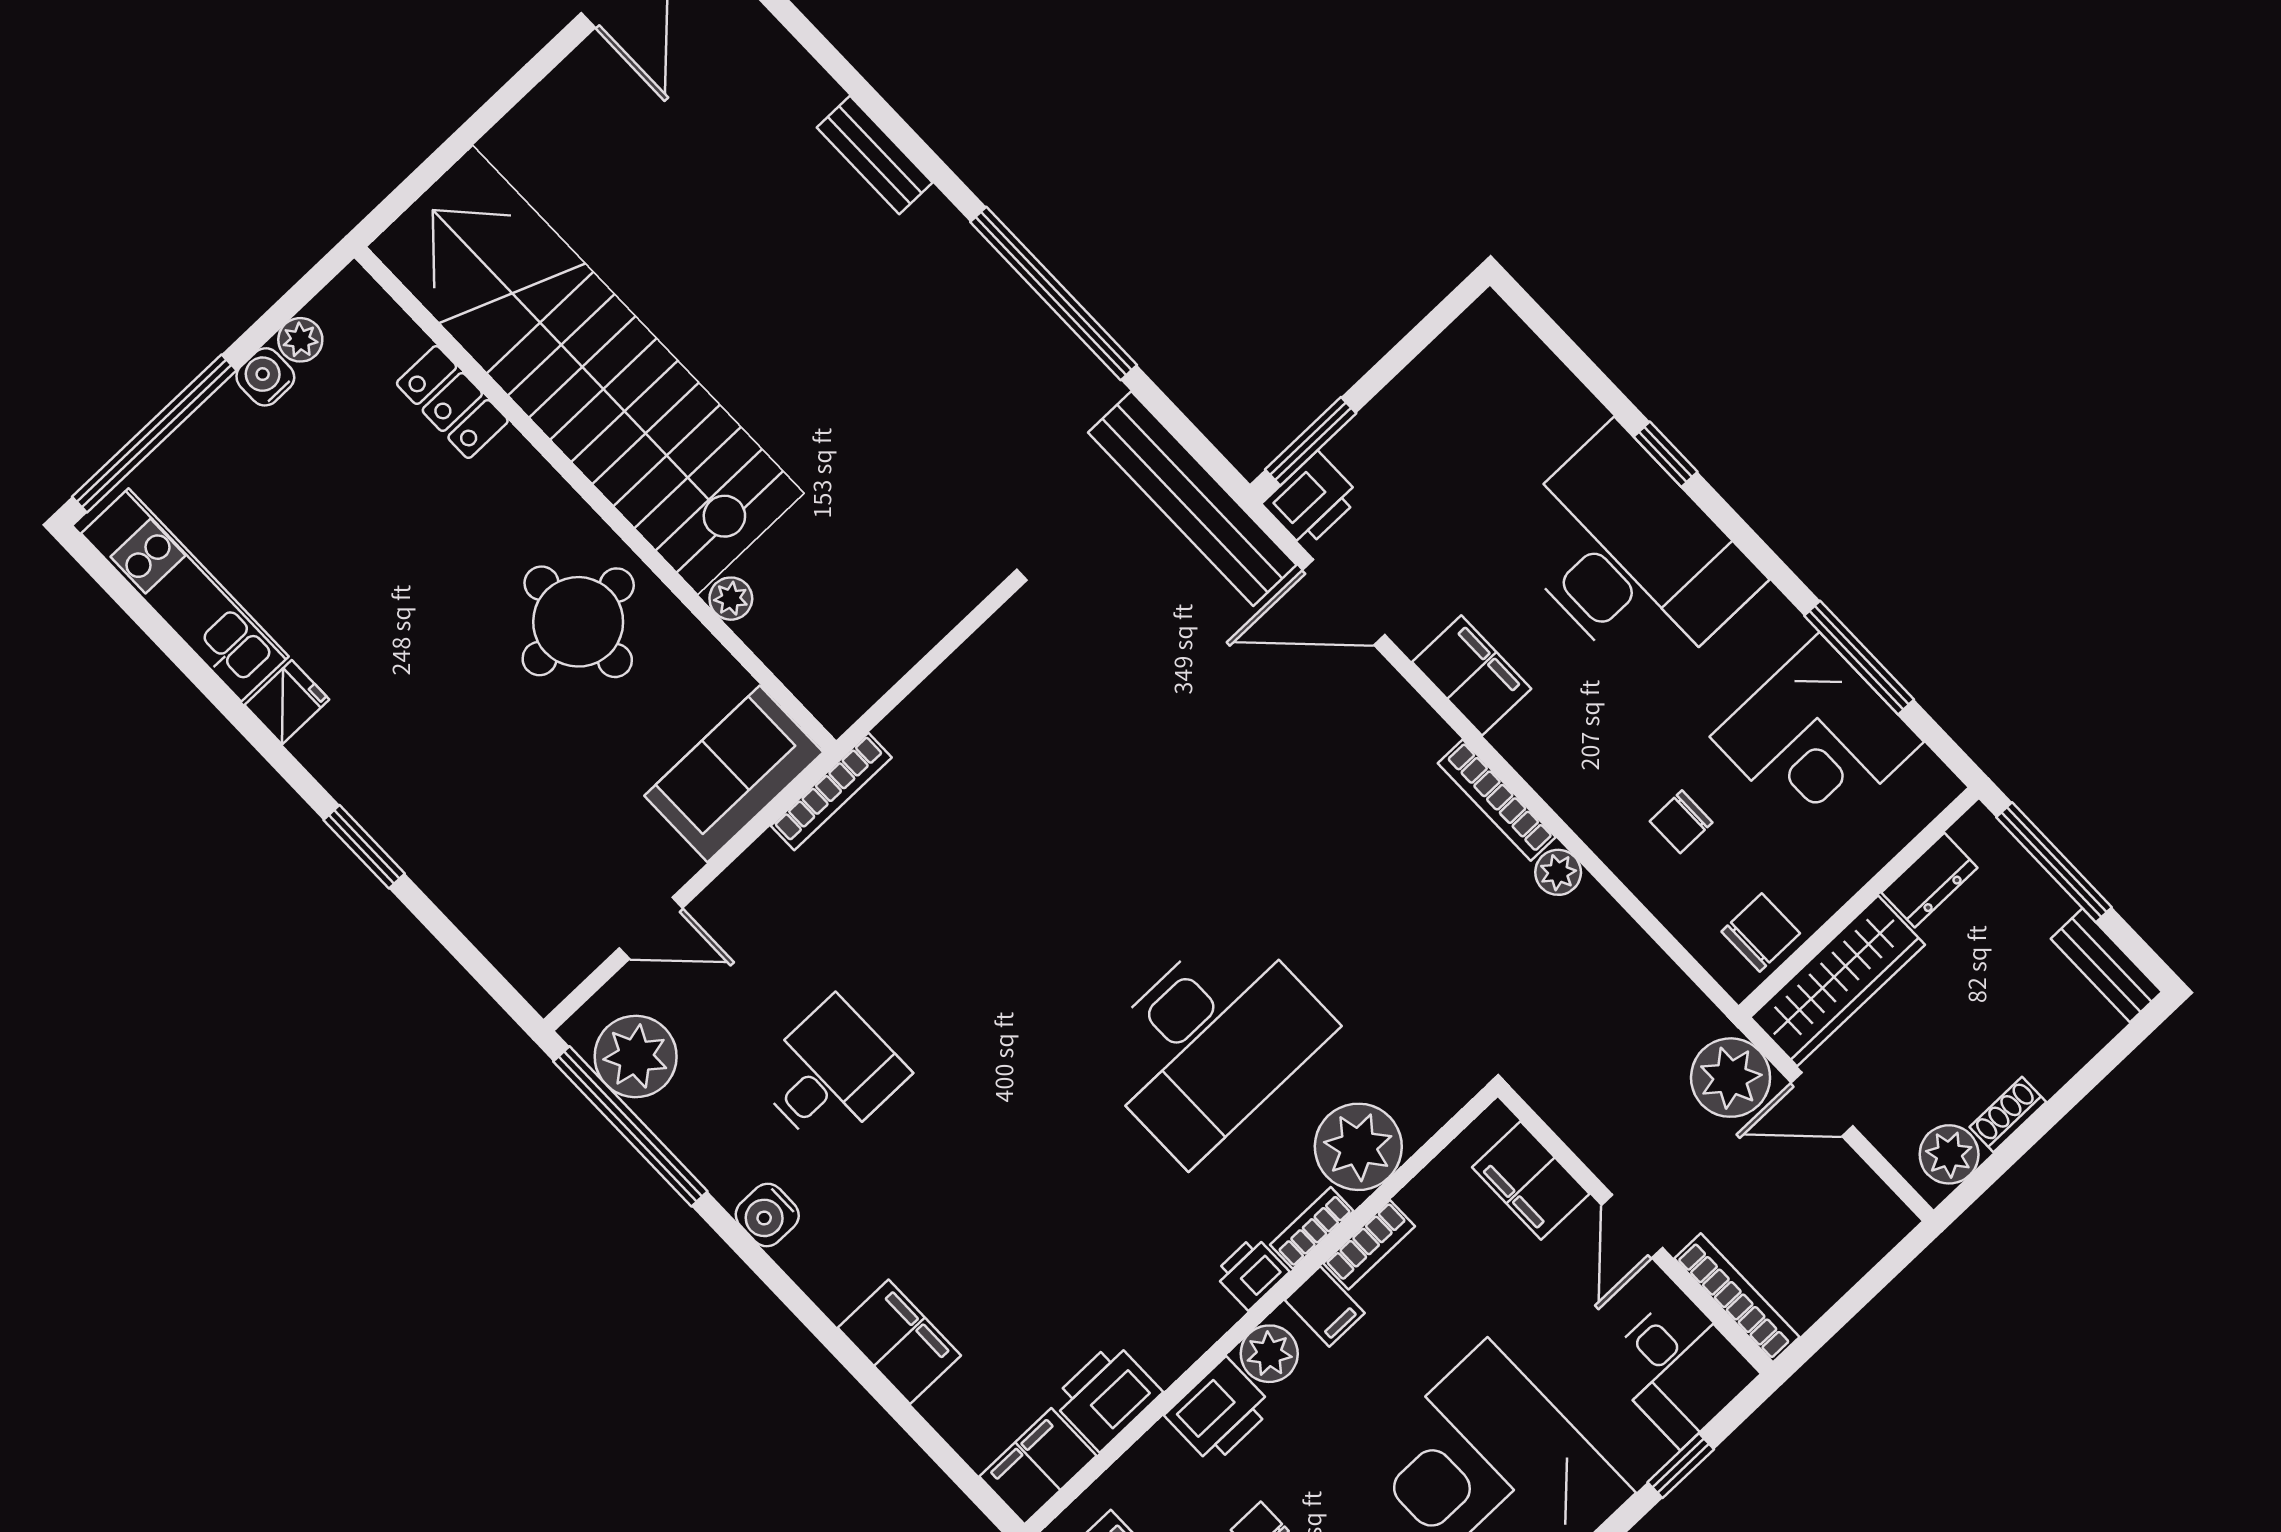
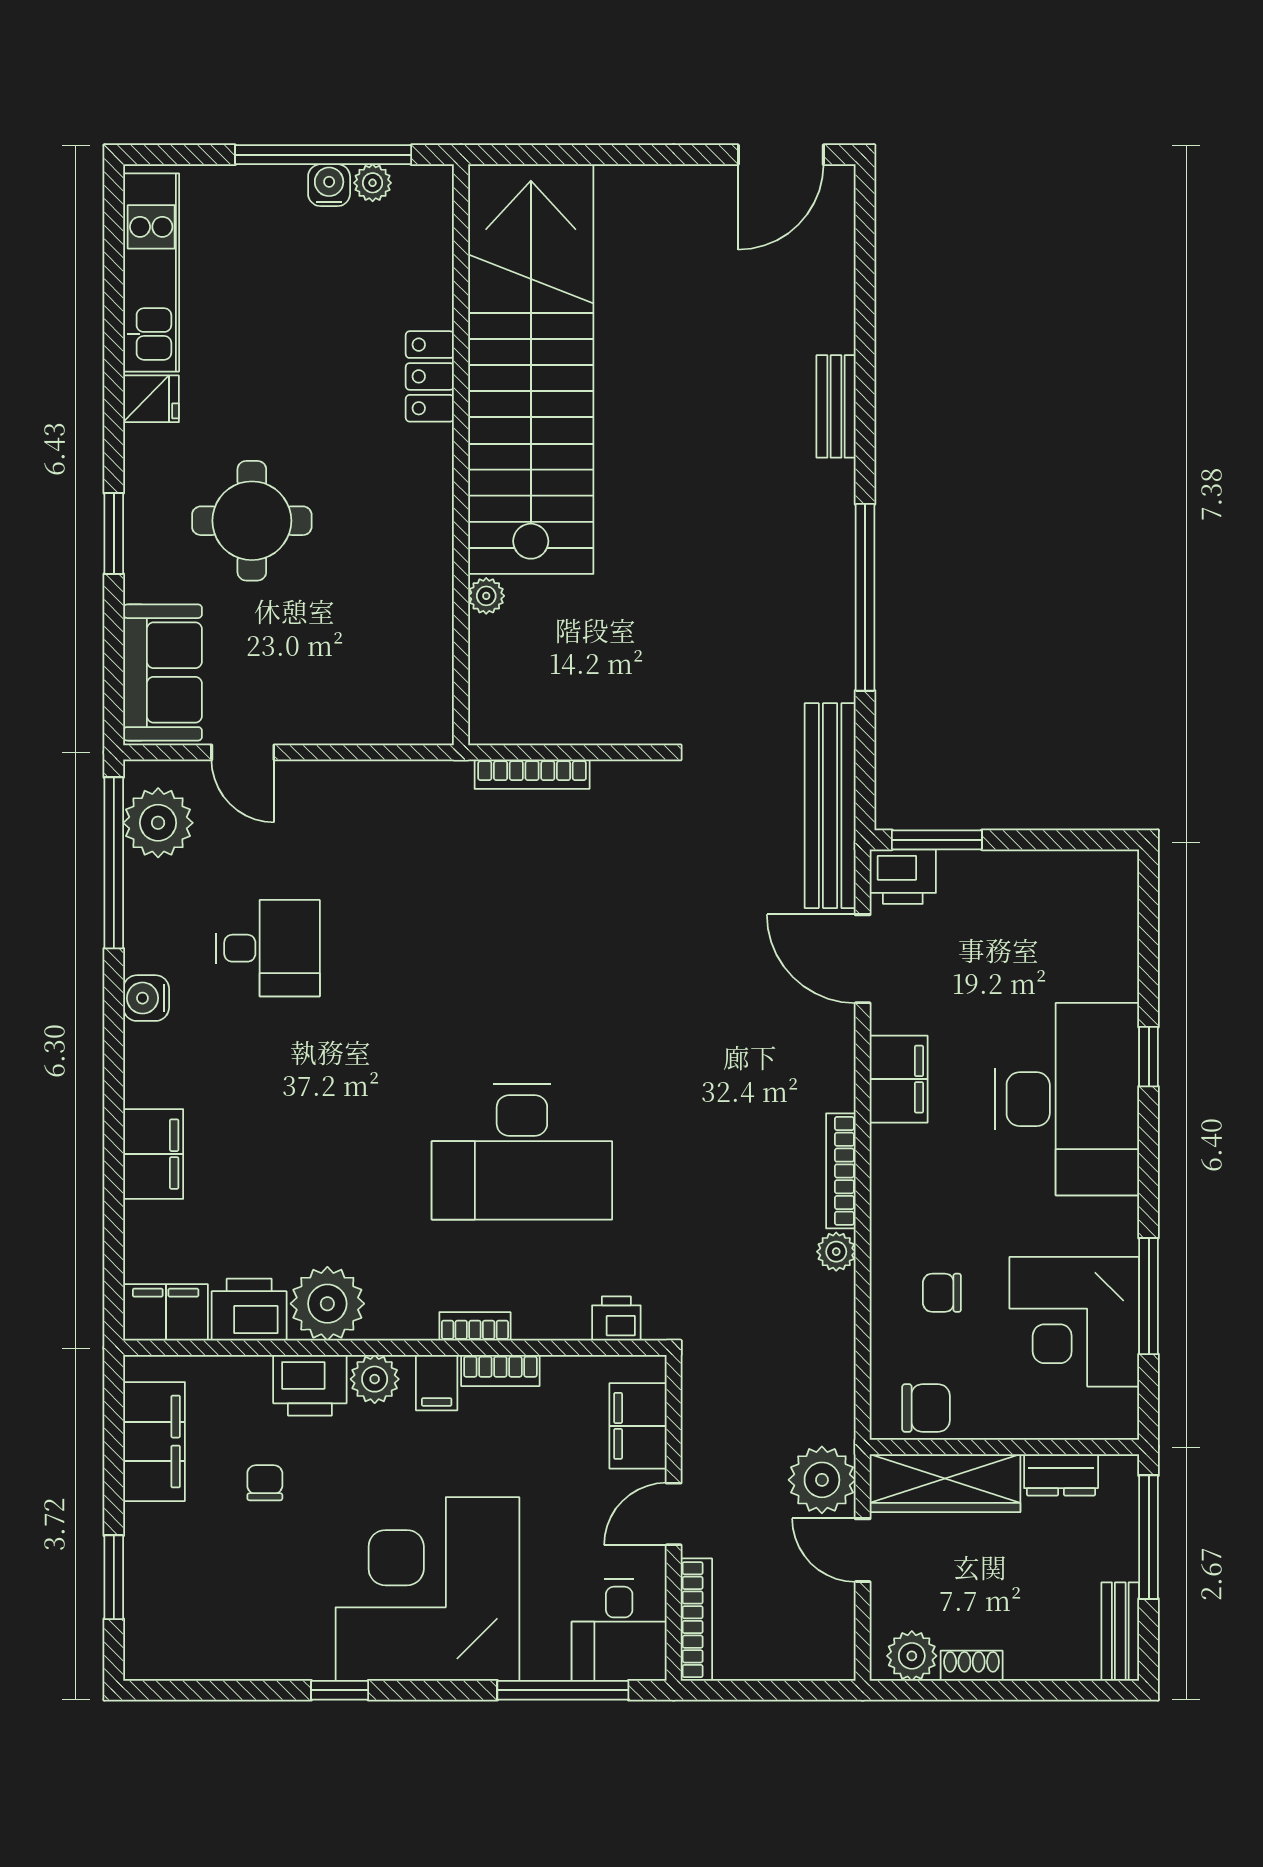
locker: (452, 402) -> (430, 376), moved
window: (154, 433) -> (323, 155), moved
round table: (578, 622) -> (252, 521), moved
sofa: (734, 774) -> (163, 673), moved, turned 90
bookcase: (831, 792) -> (532, 774), moved
plant: (1358, 1147) -> (327, 1304), moved
printer: (1251, 1273) -> (616, 1319), moved
window: (1681, 1466) -> (563, 1690), width x2.17

